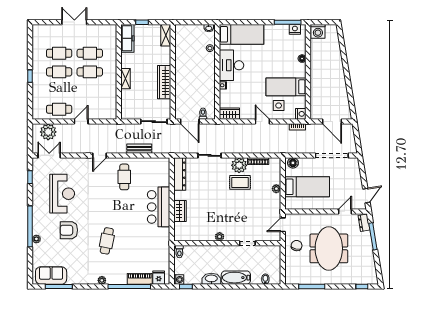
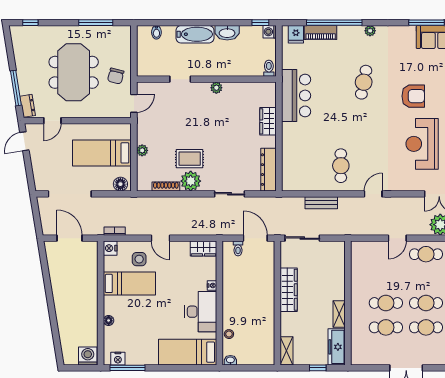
shelving: (126, 79) -> (339, 314), moved
bar counter: (159, 207) -> (296, 95), moved

